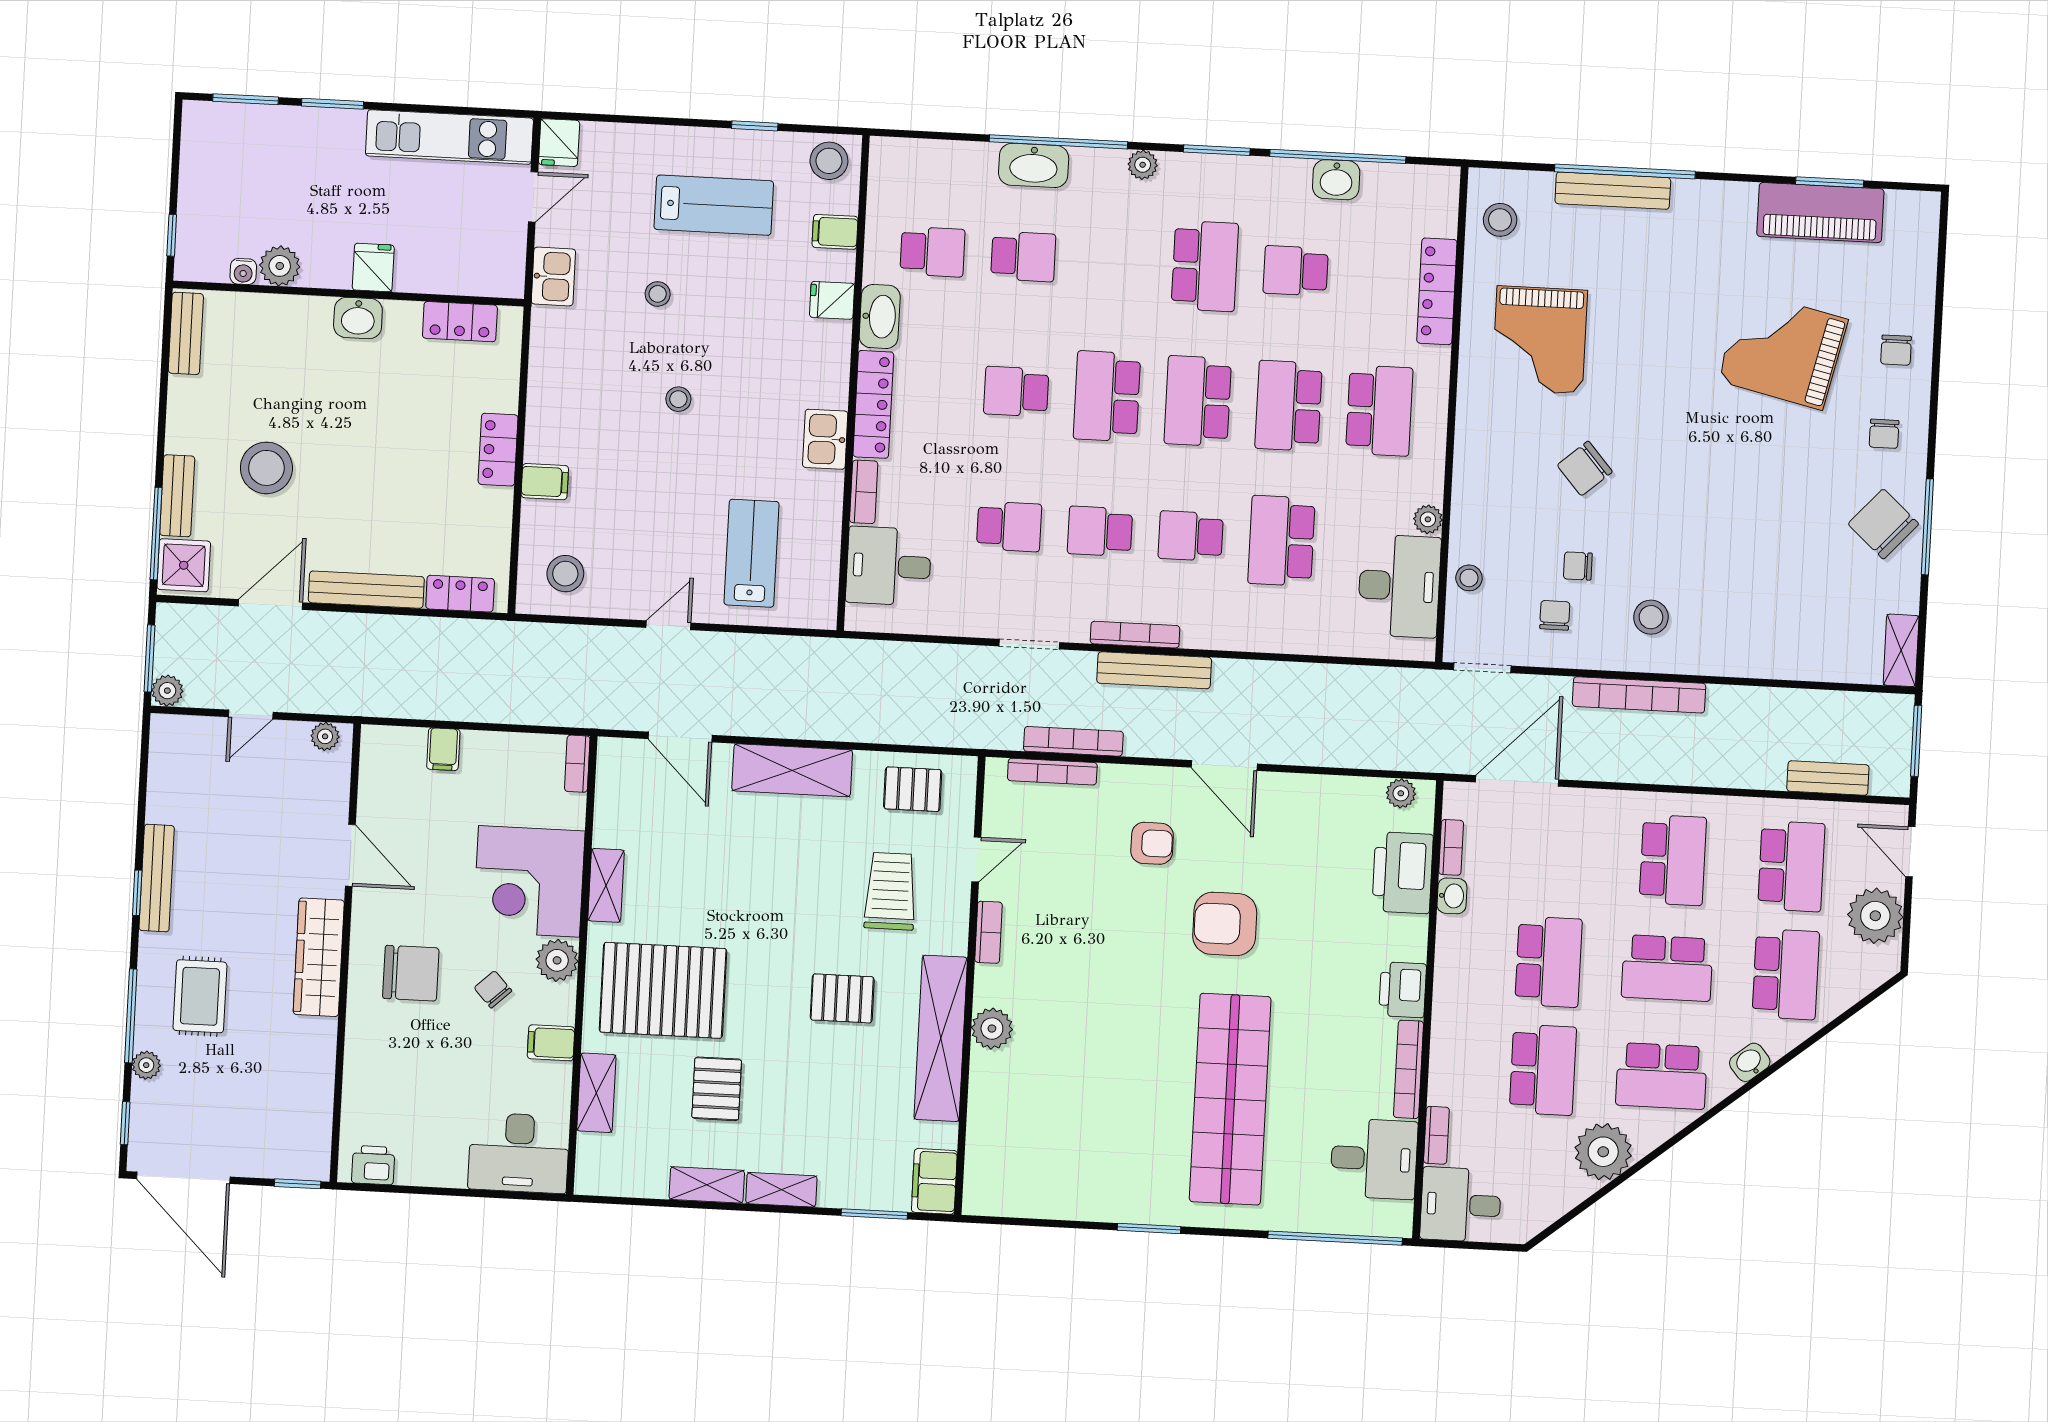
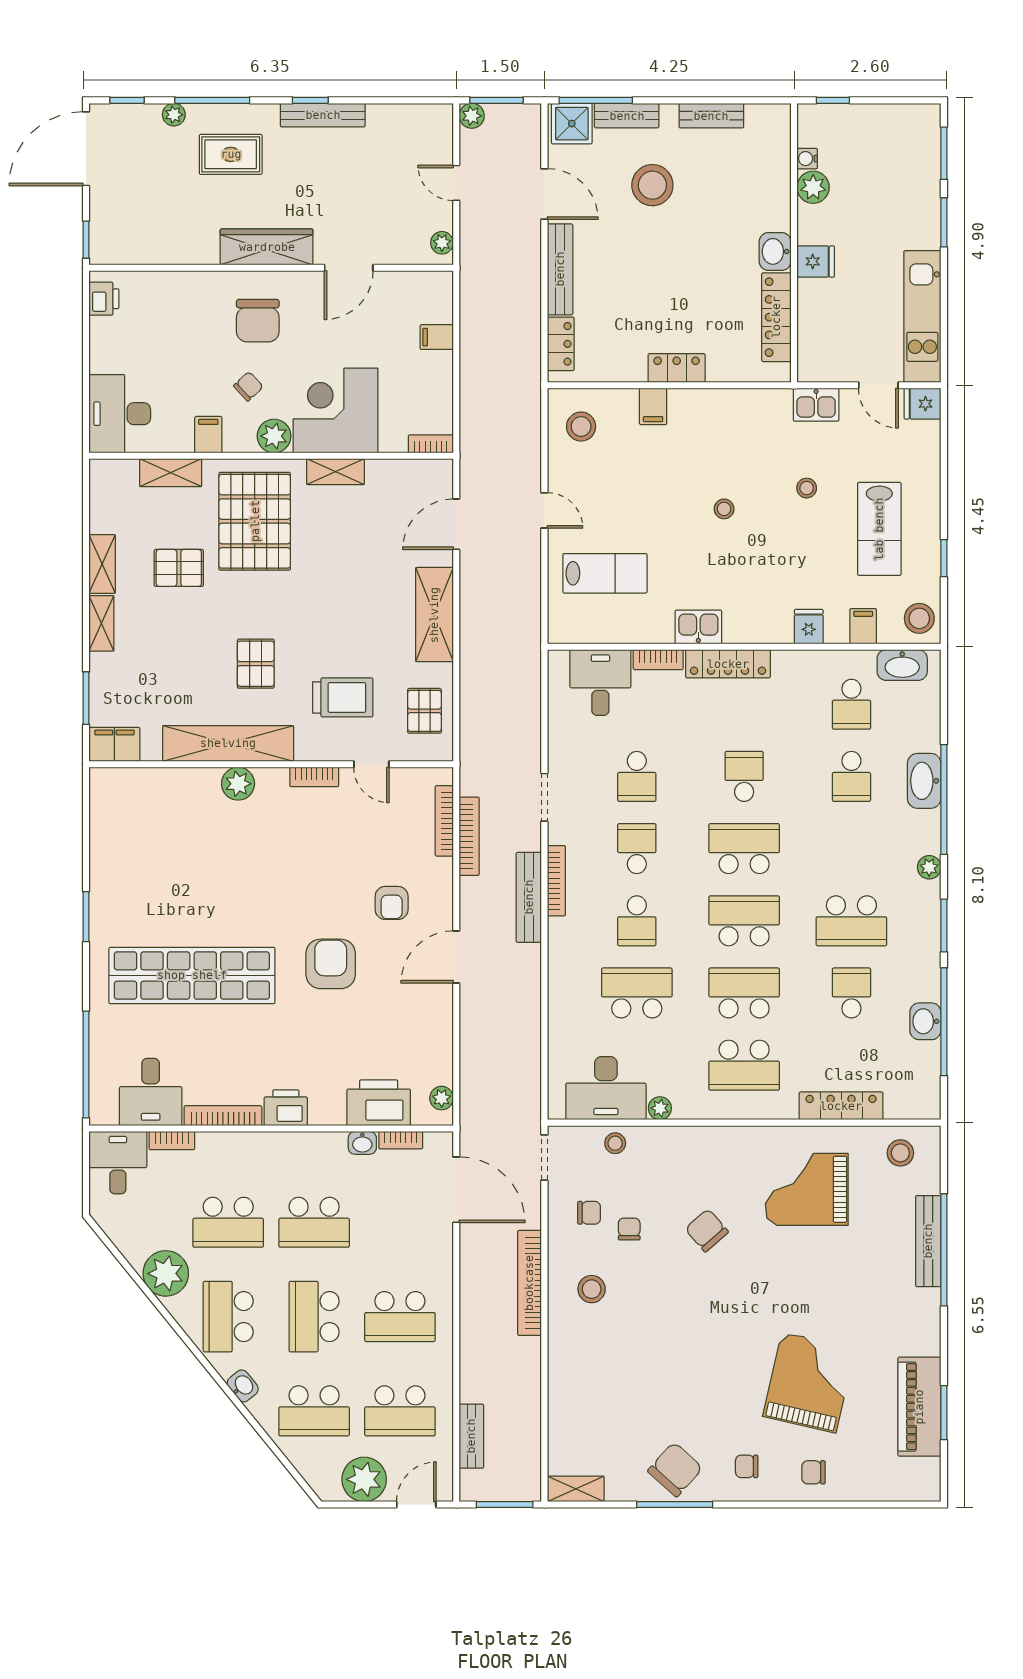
washbasin: (880, 316) -> (902, 665), moved
locker: (460, 322) -> (776, 317), width x1.53
bench: (186, 333) -> (711, 116), moved
school desk: (1191, 536) -> (637, 921), turned 180

